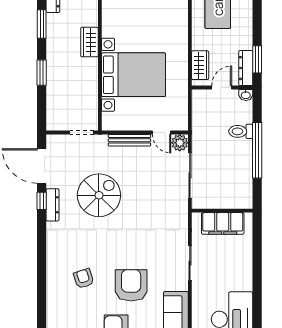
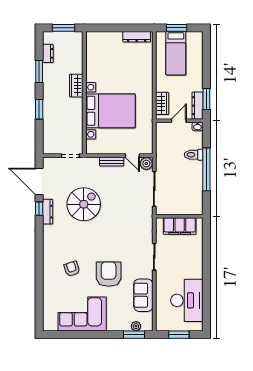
bench: (129, 140) -> (112, 162), width x0.73

